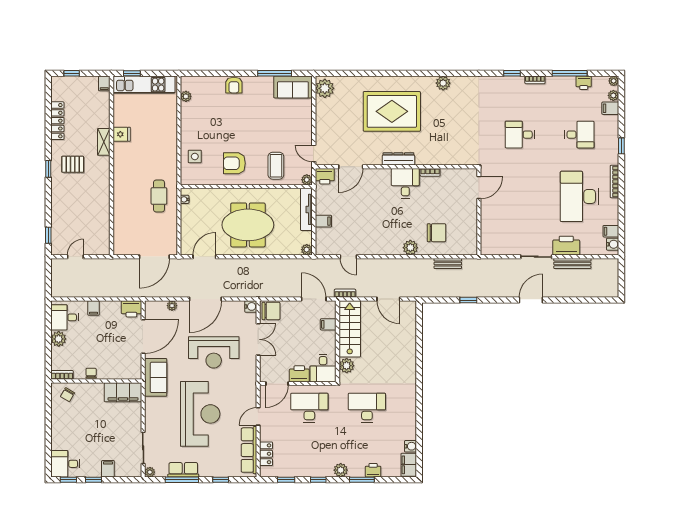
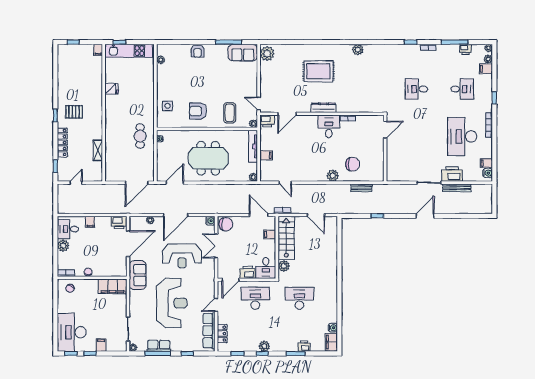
rug: (392, 111) -> (318, 71), width x0.73, depth x0.69
locker: (57, 121) -> (62, 143), moved
shelving: (104, 142) -> (98, 150), moved
double door: (258, 339) -> (216, 246), swing flipped
desk: (65, 464) -> (72, 332), width x1.87, depth x1.30
plant: (341, 470) -> (264, 346), moved

